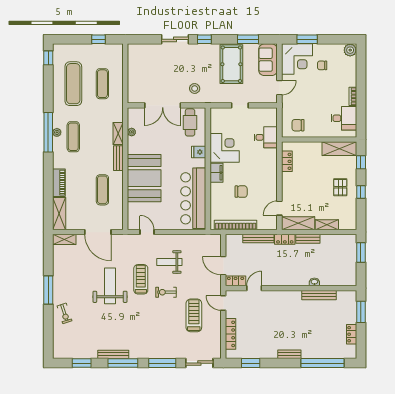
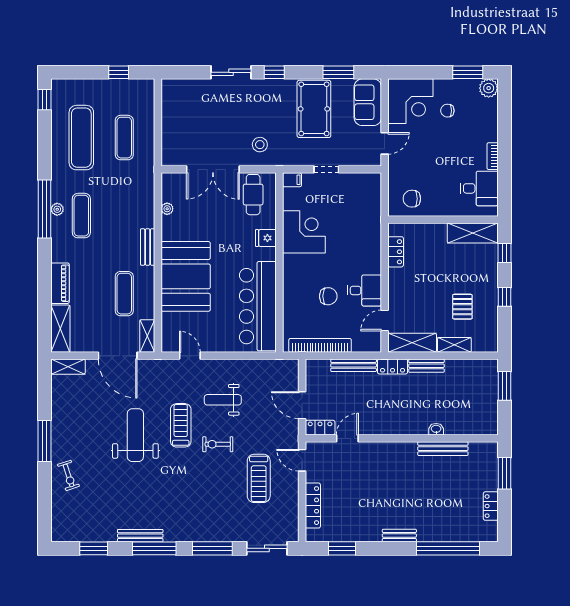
window: (307, 39) -> (468, 72), moved
shelving: (118, 134) -> (147, 336), moved
desk: (266, 137) -> (365, 290), moved
filing cabinet: (216, 173) -> (292, 180), moved, width x0.50
pallet: (340, 187) -> (462, 307), moved
treadmill: (194, 315) -> (259, 478), turned 180

